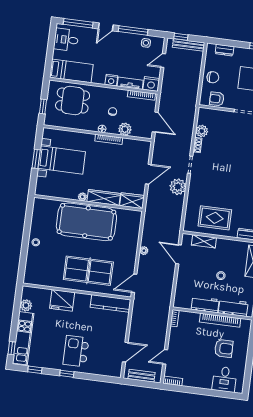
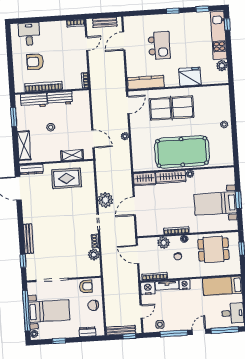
dining table: (73, 101) -> (213, 249), moved
kitchen island: (76, 351) -> (159, 45), moved

